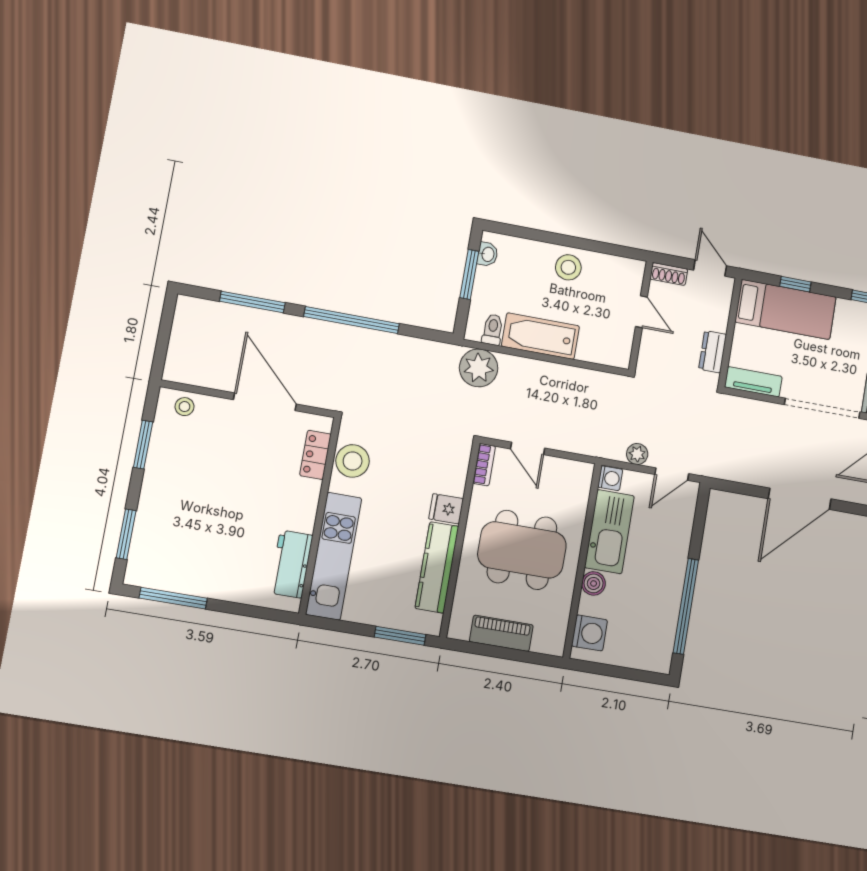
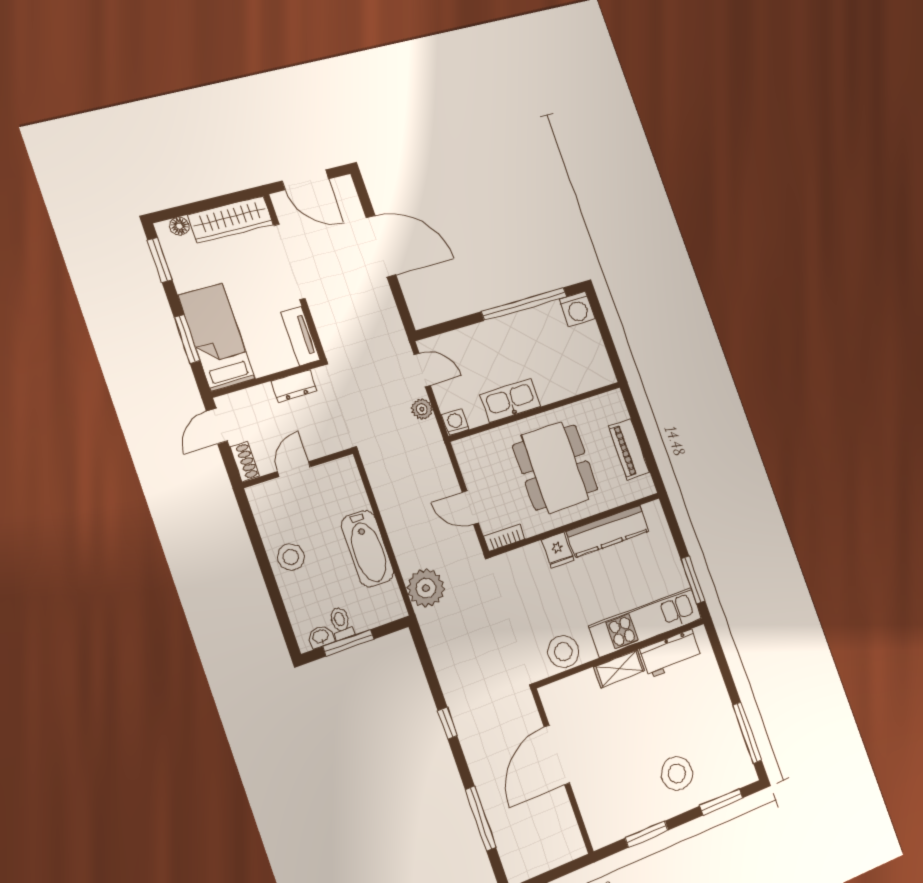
window: (795, 284) -> (187, 339), width x1.50
window: (352, 320) -> (447, 723), width x0.32
toilet: (493, 330) -> (341, 623), moved, turned 90
stool: (185, 407) -> (677, 773), moved, width x1.89, depth x1.89
door: (528, 448) -> (470, 508), swing flipped
locker: (315, 455) -> (576, 686), removed
shelving: (306, 506) -> (619, 669), added
kitchen sink: (609, 532) -> (510, 401), width x0.73, depth x0.81
boiler: (594, 583) -> (549, 392), removed
washing machine: (589, 633) -> (577, 309), moved, turned 180
window: (400, 636) -> (693, 580), moved

